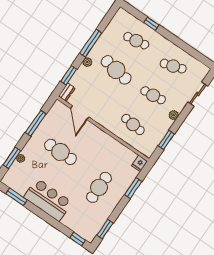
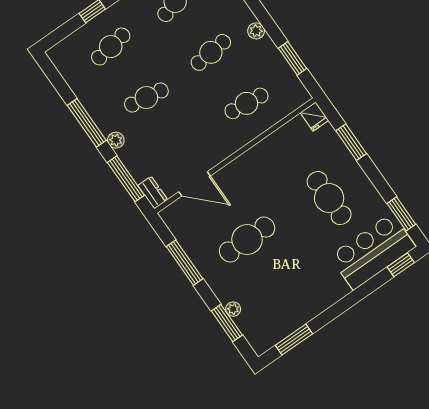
cafe table: (116, 70) -> (146, 98), width x0.73, depth x0.74
window: (69, 75) -> (126, 179), width x1.44
bar counter: (48, 200) -> (373, 251), moved

